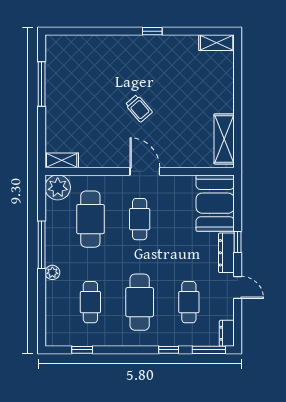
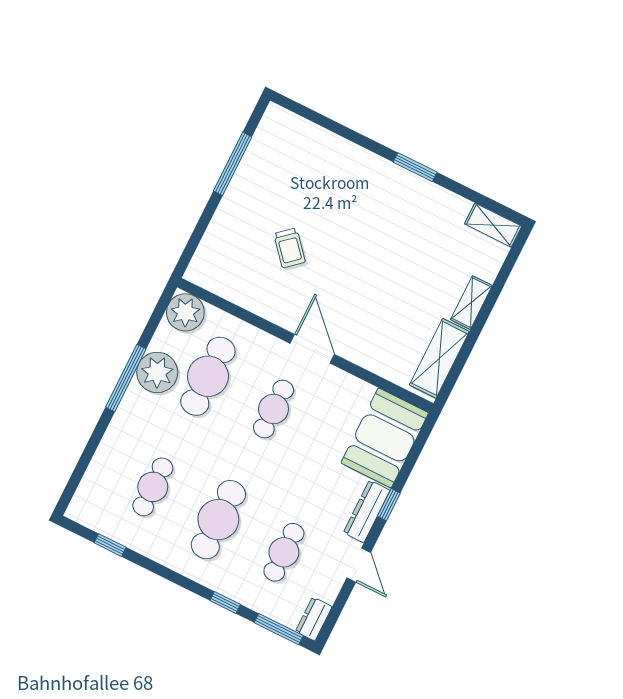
window: (152, 31) -> (415, 167), width x1.50
trolley: (139, 108) -> (289, 248), moved
shelving: (62, 160) -> (471, 303), moved, turned 90
plant: (52, 272) -> (157, 372), moved, width x1.87, depth x1.87

